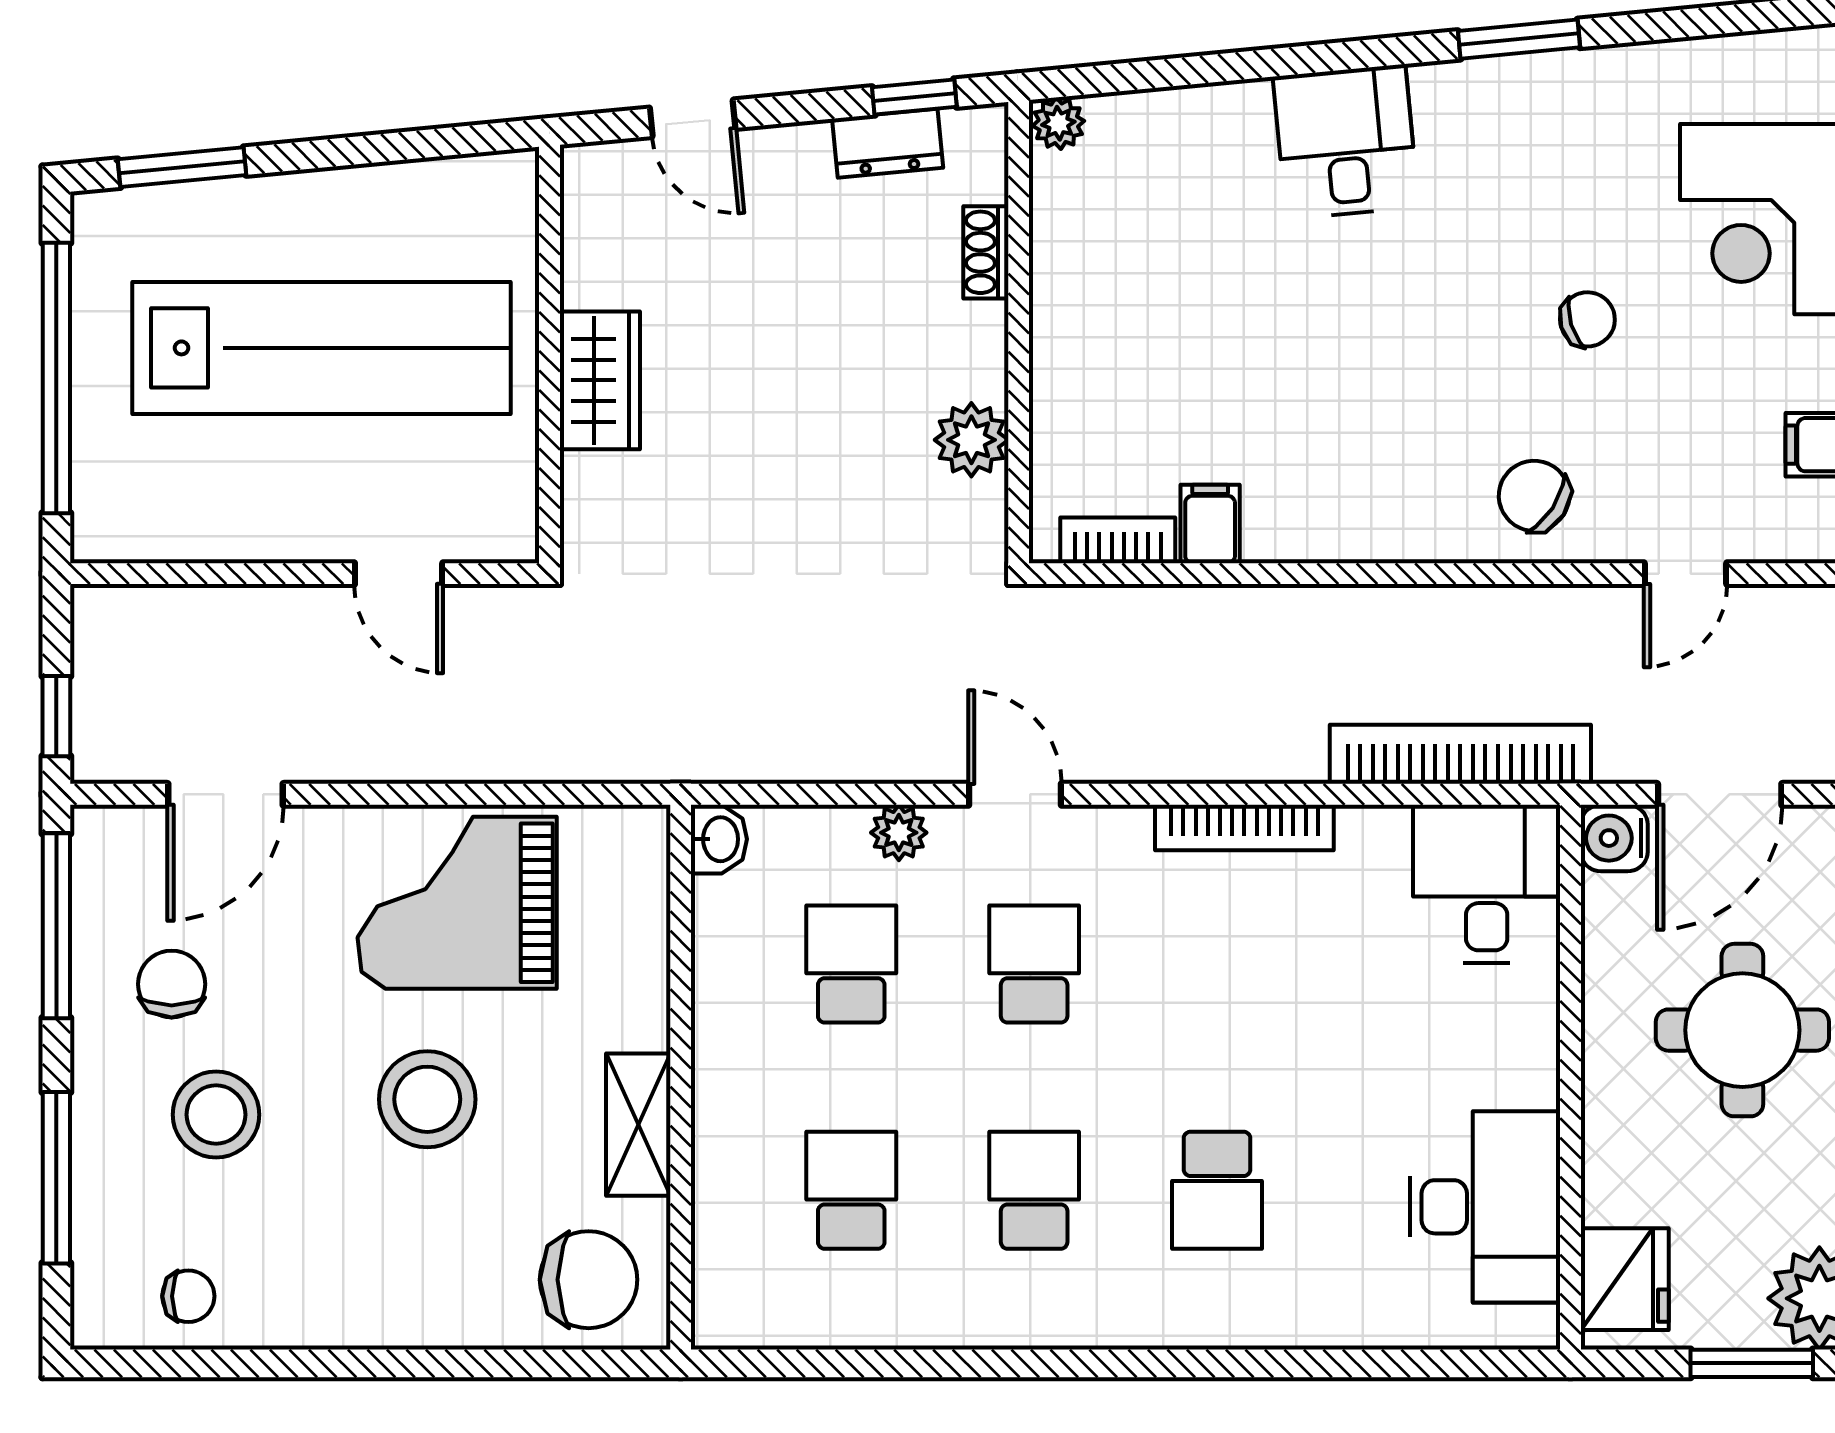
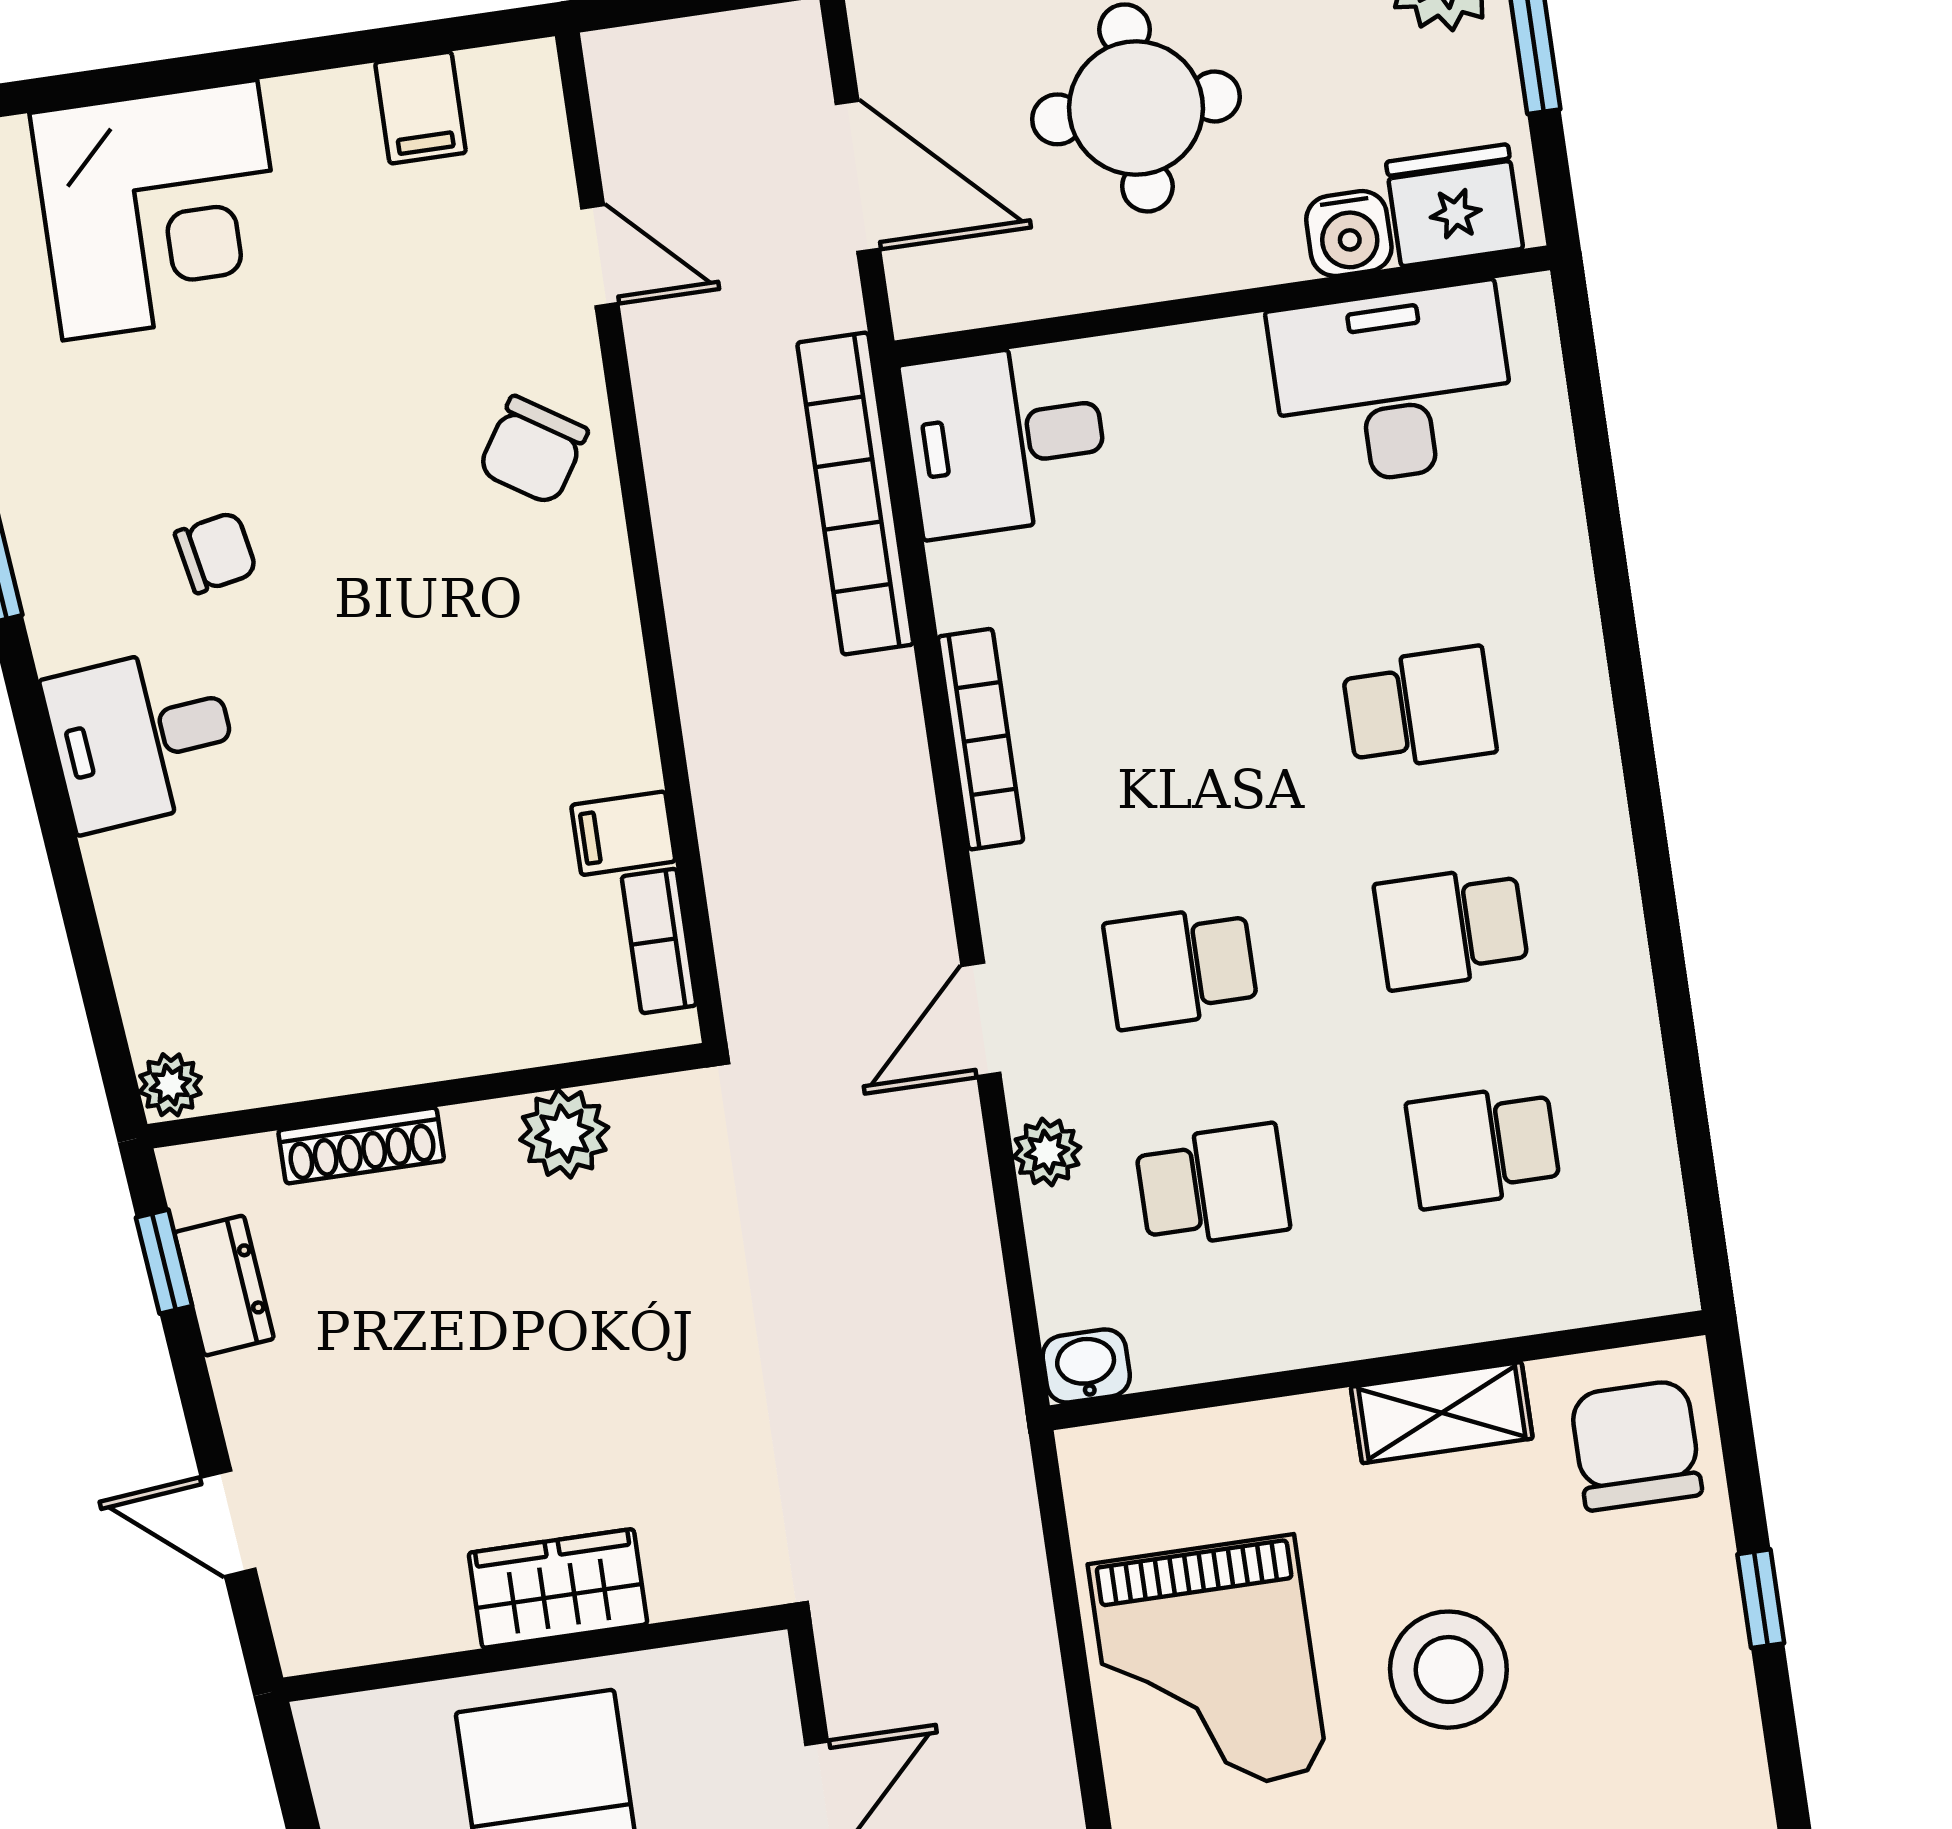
door: (693, 118) -> (228, 1523), swing flipped
shoe rack: (986, 252) -> (361, 1146), width x1.43
chair: (1587, 319) -> (216, 552), moved, turned 96
water cooler: (1614, 838) -> (1349, 234), moved
school desk: (851, 964) -> (1213, 1186), turned 180
window: (448, 1363) -> (1761, 1599), added

